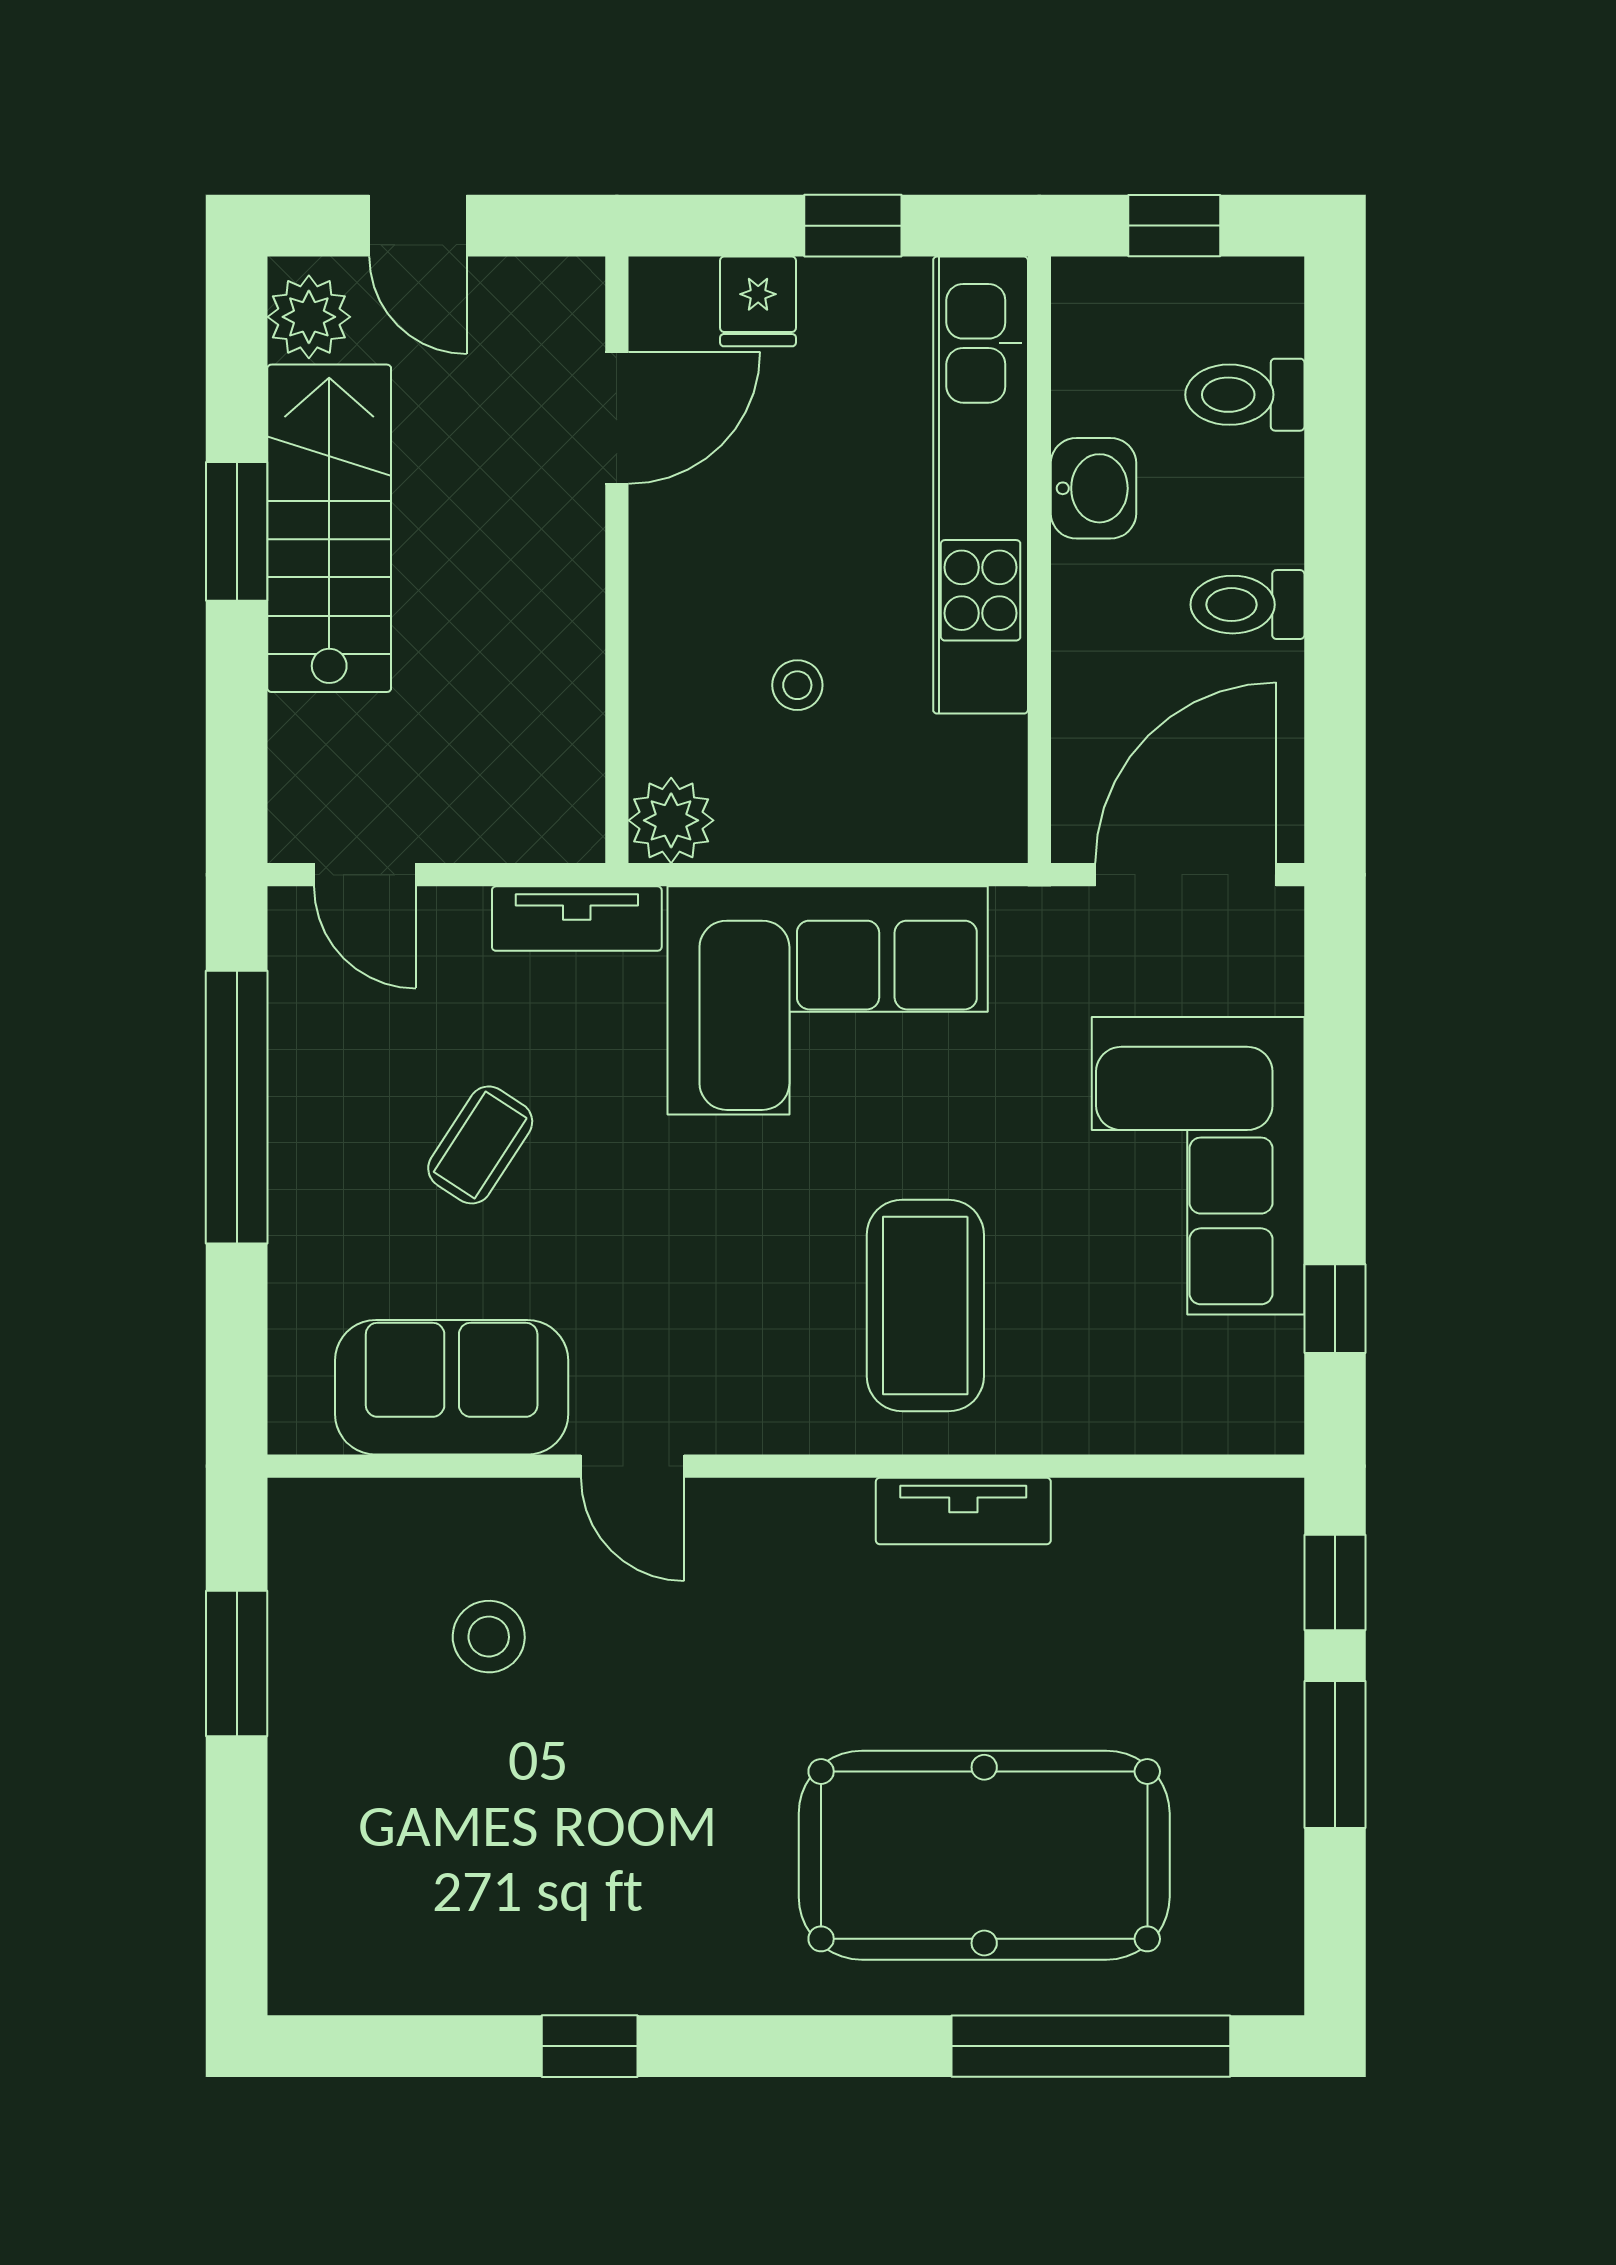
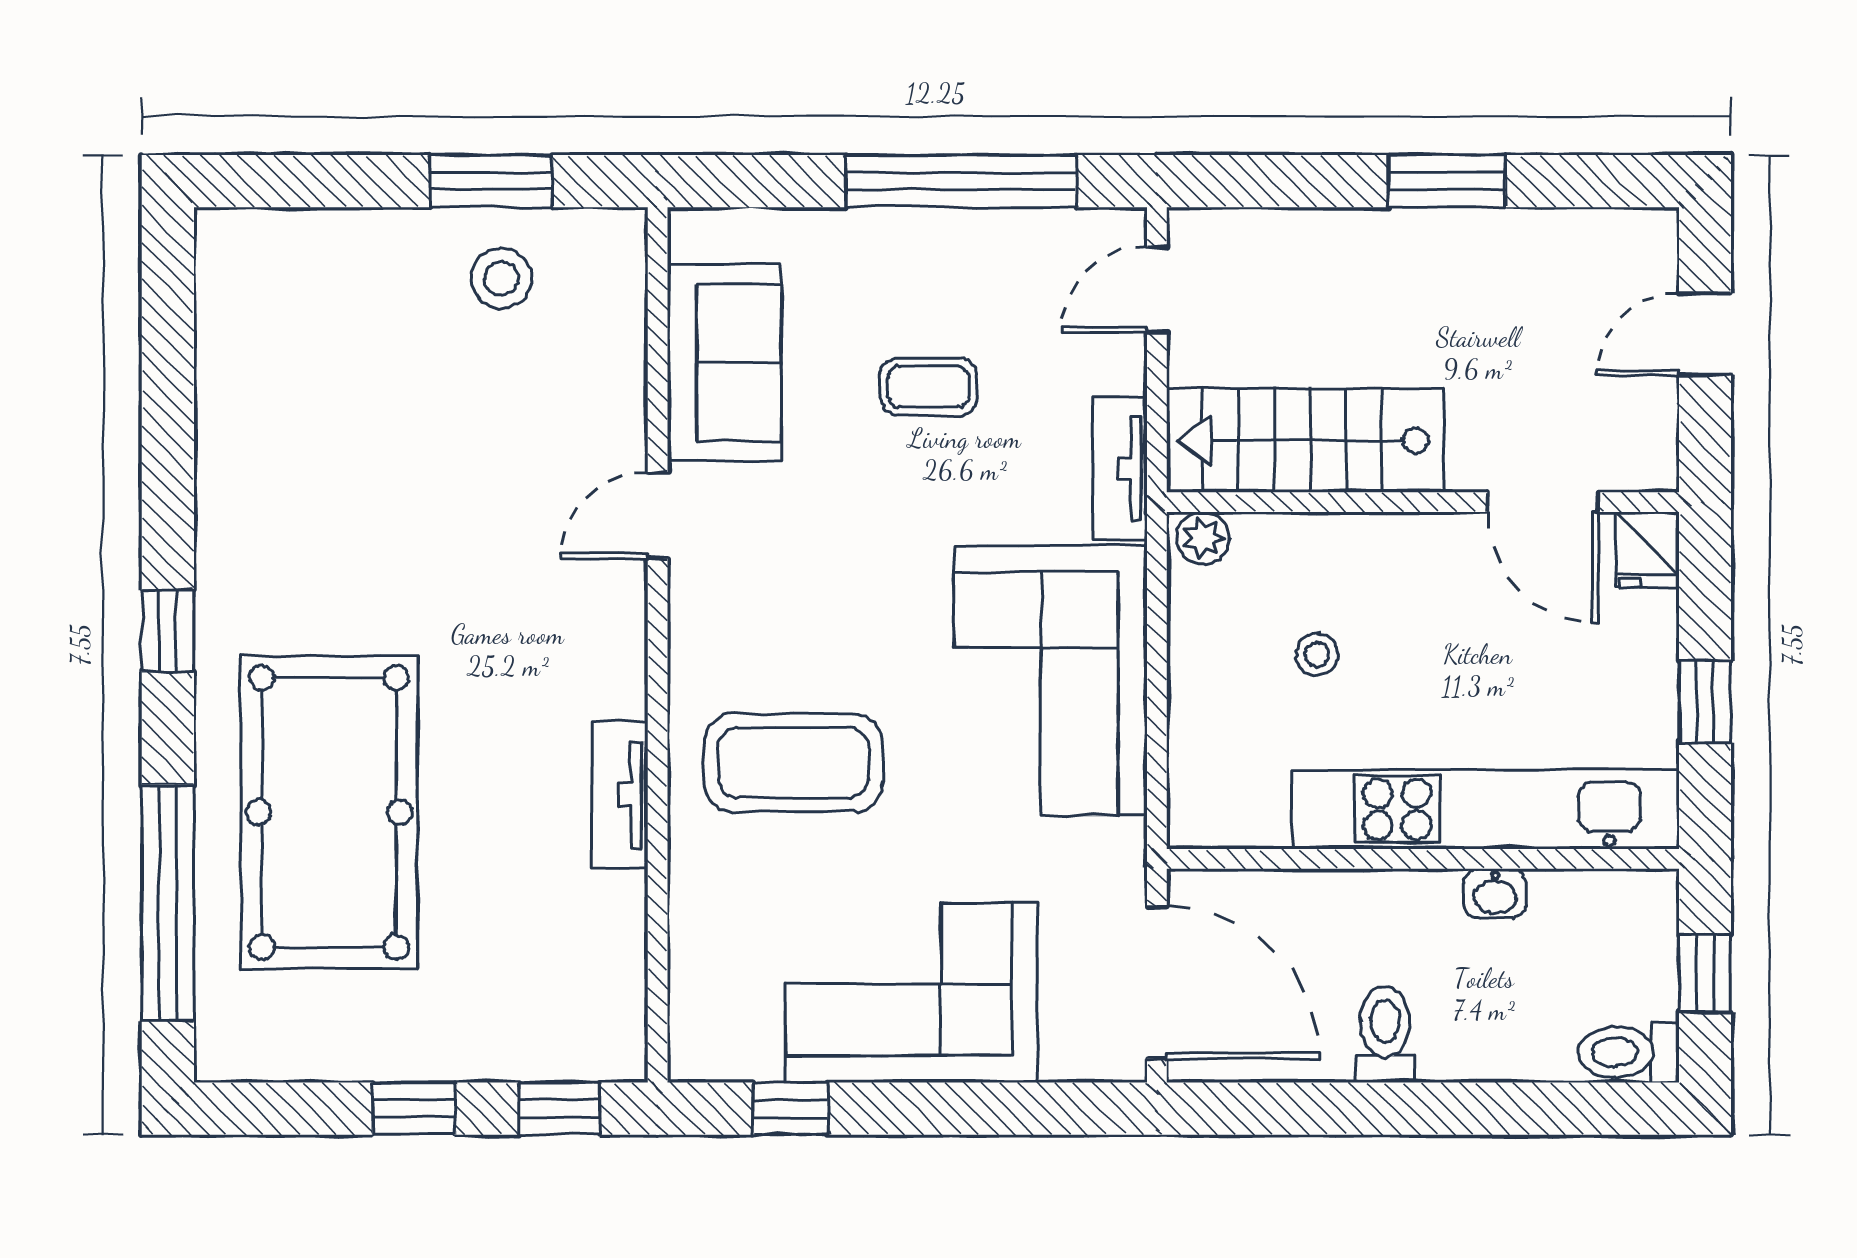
fridge: (758, 301) -> (1647, 550), moved, turned -90
plant: (309, 317) -> (1628, 242), removed
toilet: (1245, 395) -> (1629, 1052), moved, turned -90
washbasin: (1093, 488) -> (1495, 894), width x0.72, depth x0.69
stairs: (329, 528) -> (1305, 440), moved, turned 180
plant: (671, 820) -> (1203, 538), width x0.73, depth x0.73
coffee table: (480, 1145) -> (929, 387), turned -33
stool: (489, 1637) -> (501, 278), moved
window: (1335, 1754) -> (414, 1109), width x0.67
window: (590, 2046) -> (168, 631), moved

